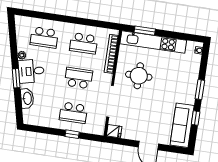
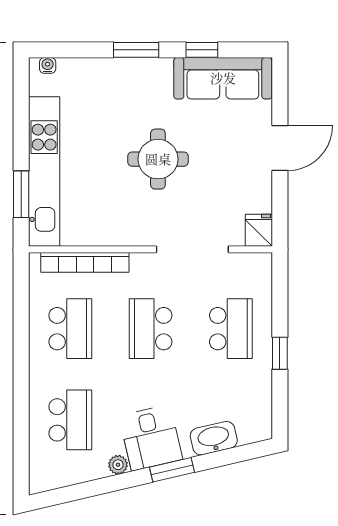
round table: (139, 76) -> (158, 159), moved
window: (72, 134) -> (280, 353), moved

